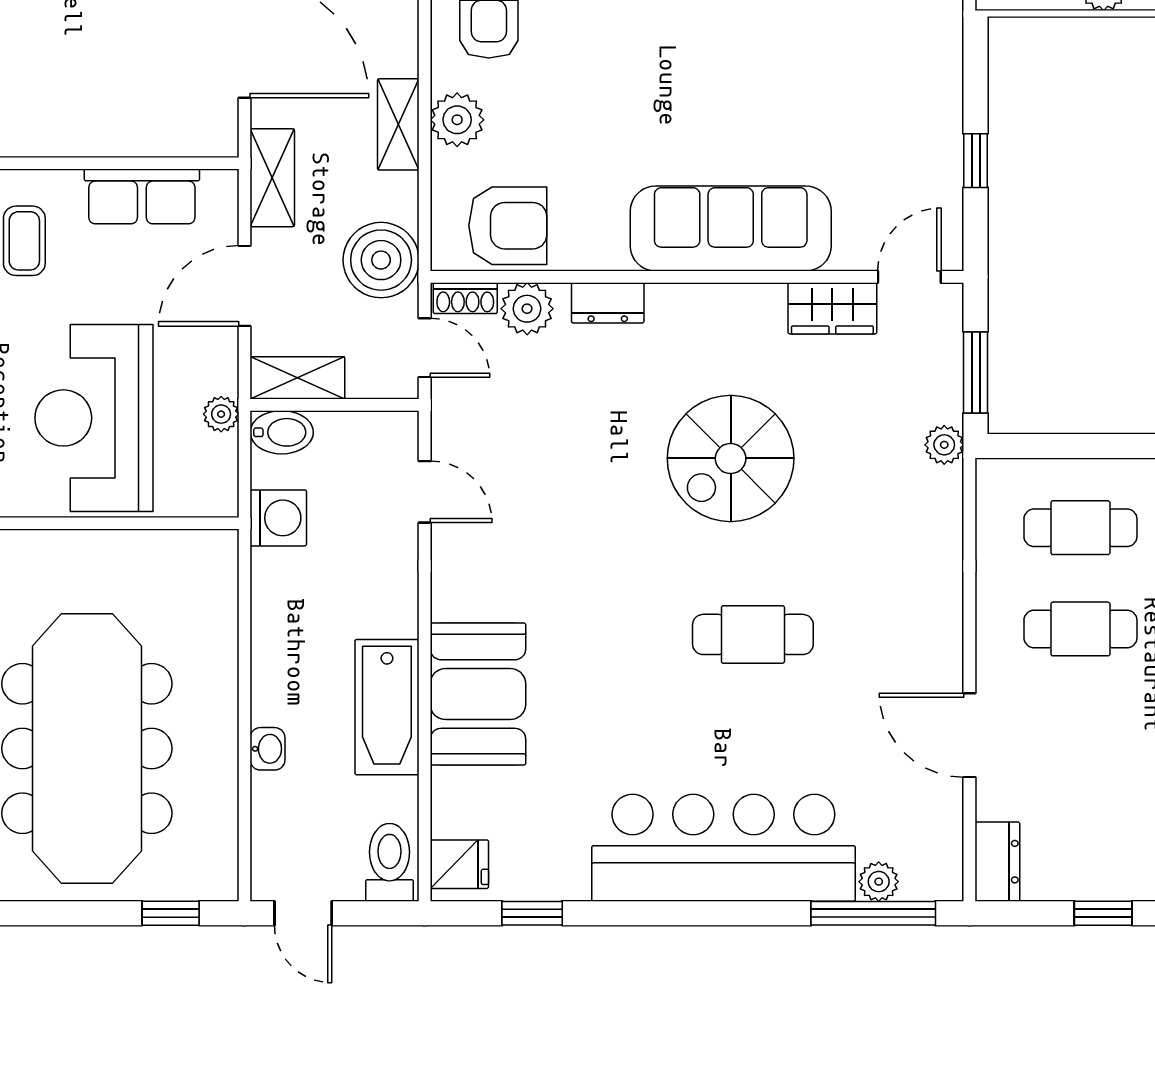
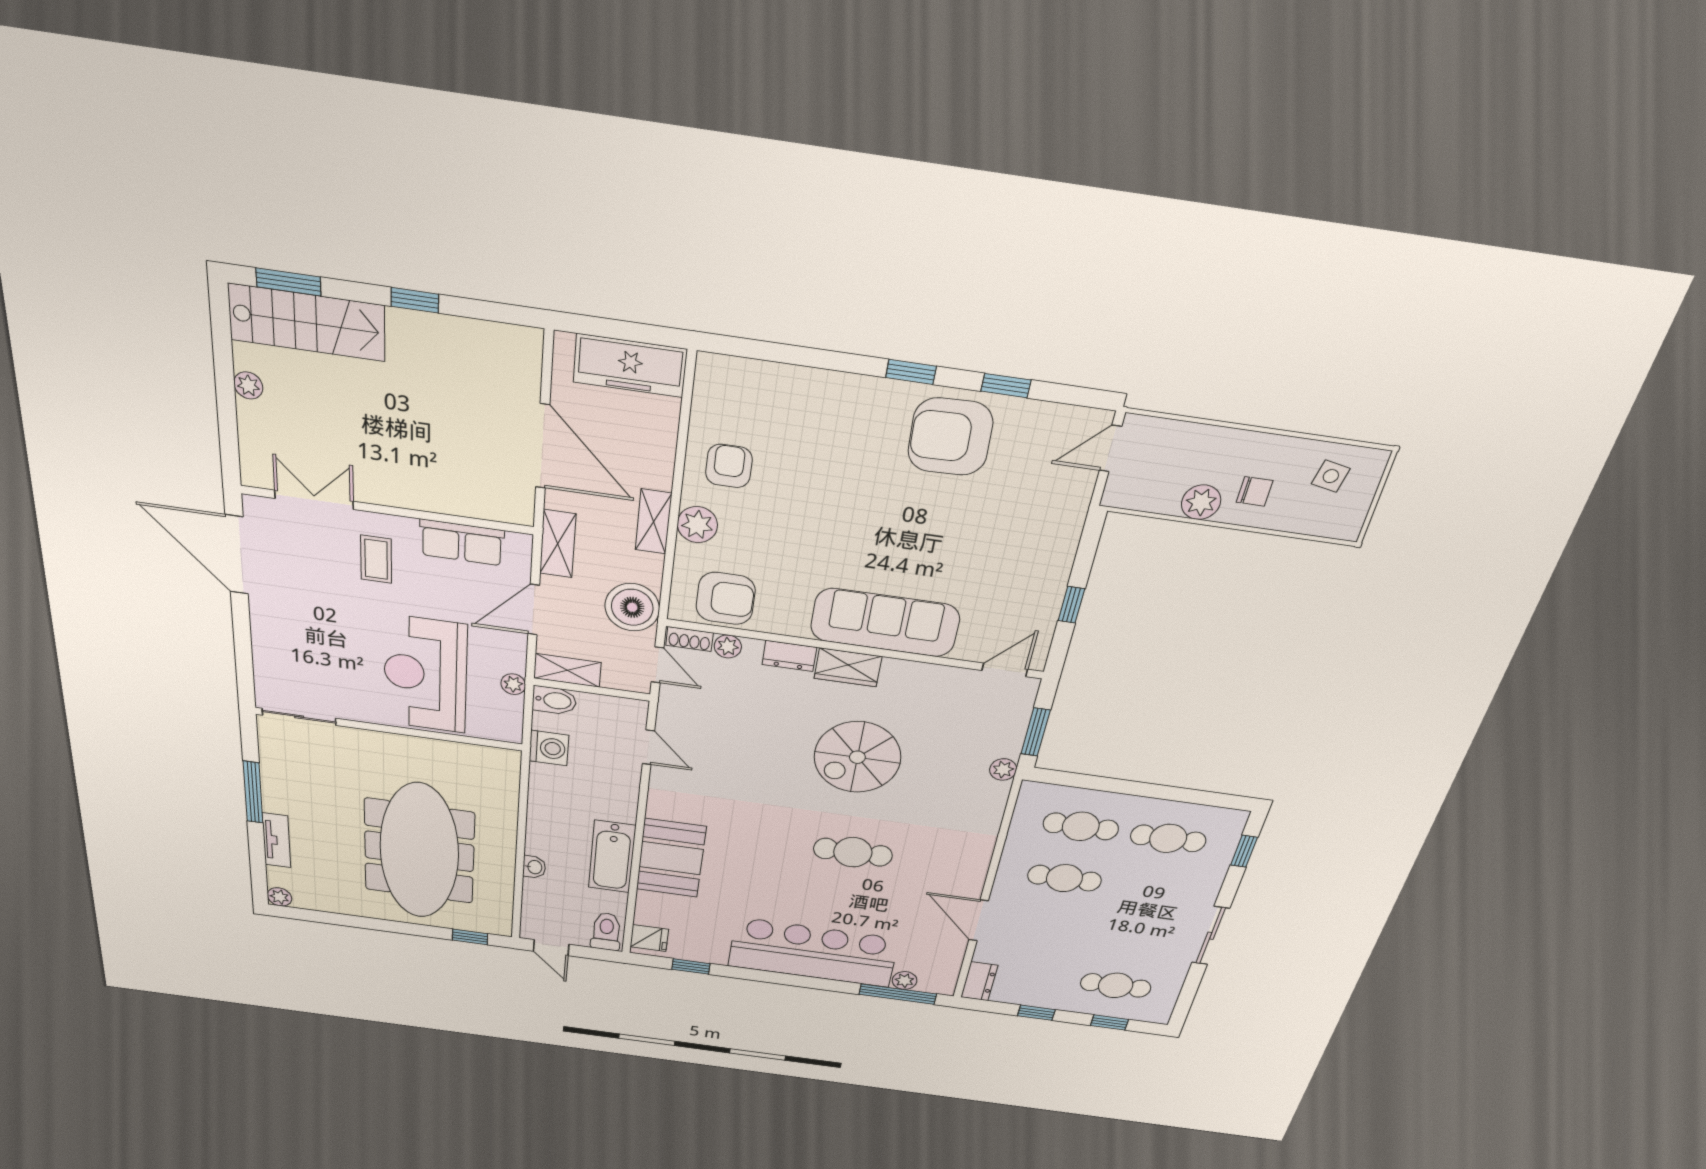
wardrobe: (832, 308) -> (848, 667), moved
plant: (527, 309) -> (728, 646), width x0.73, depth x0.73

